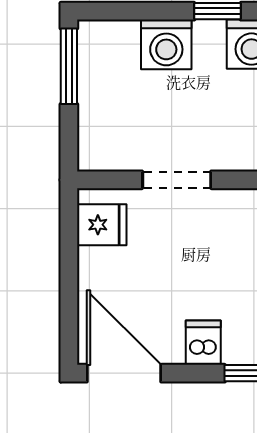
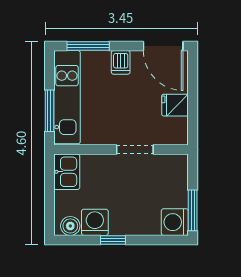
washing machine: (166, 44) -> (175, 222), moved, turned -90
fridge: (102, 225) -> (175, 105), moved

